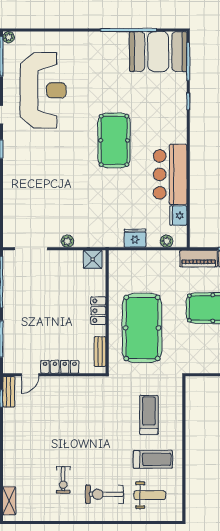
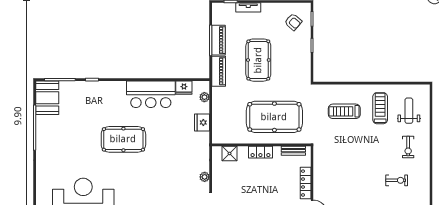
booth: (158, 52) -> (47, 98), width x0.73, depth x0.70
shower: (93, 259) -> (230, 153), moved
exercise bike: (104, 494) -> (408, 147), width x0.73, depth x0.72

